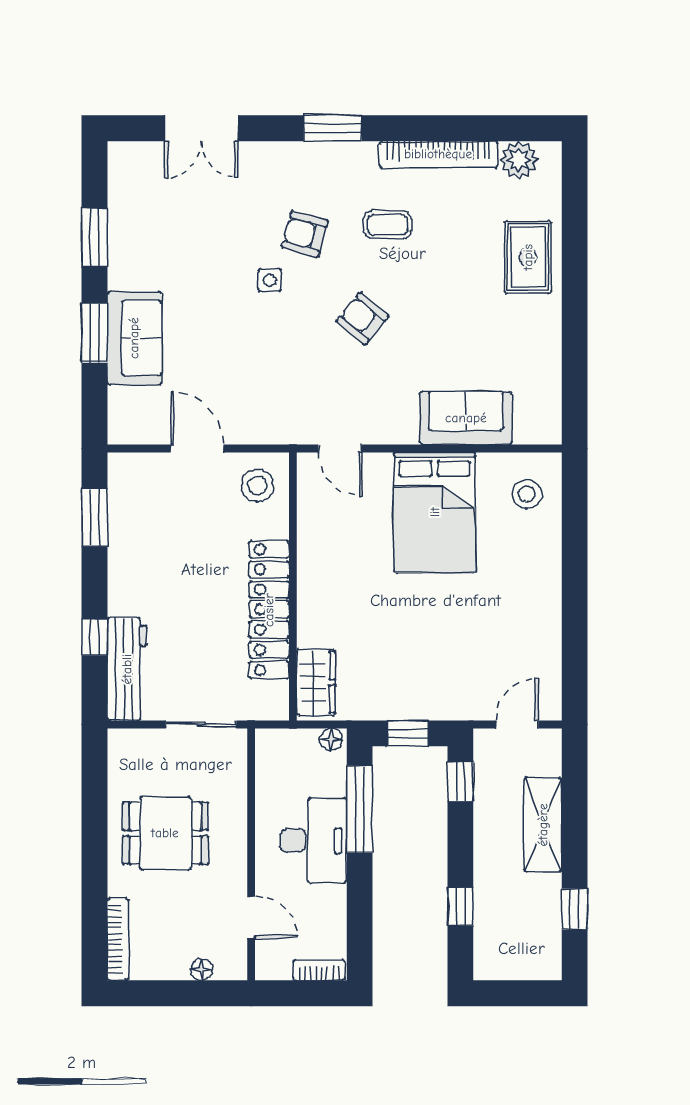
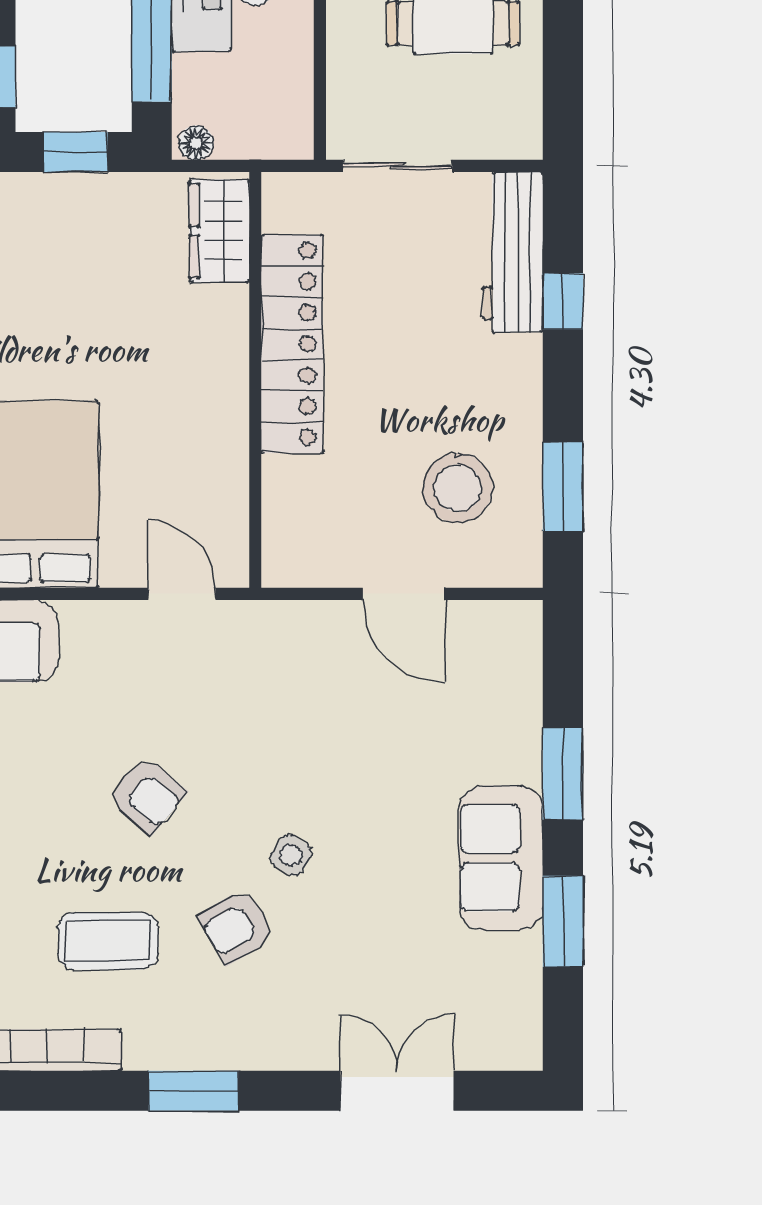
coffee table: (388, 225) -> (108, 941), width x1.36, depth x1.30
armchair: (305, 234) -> (237, 926), turned 135
side table: (270, 280) -> (291, 855), turned 32
sofa: (134, 338) -> (501, 858), moved
stool: (257, 485) -> (458, 488), moved, width x1.38, depth x1.38

